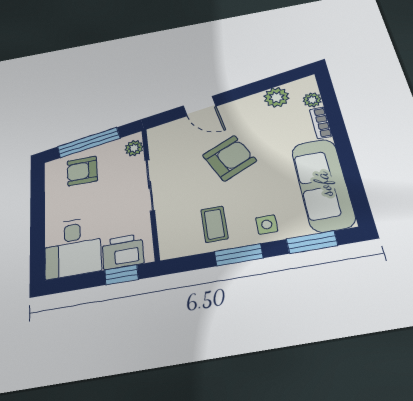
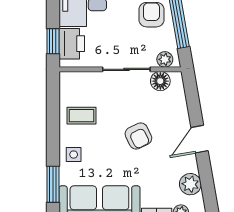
door: (200, 106) -> (200, 139), moved
floor lamp: (160, 148) -> (160, 81), added
armchair: (229, 158) -> (138, 136), width x0.72, depth x0.72
window: (239, 255) -> (53, 130), removed

